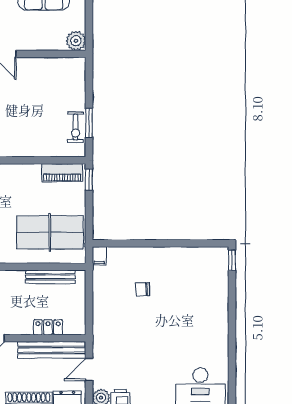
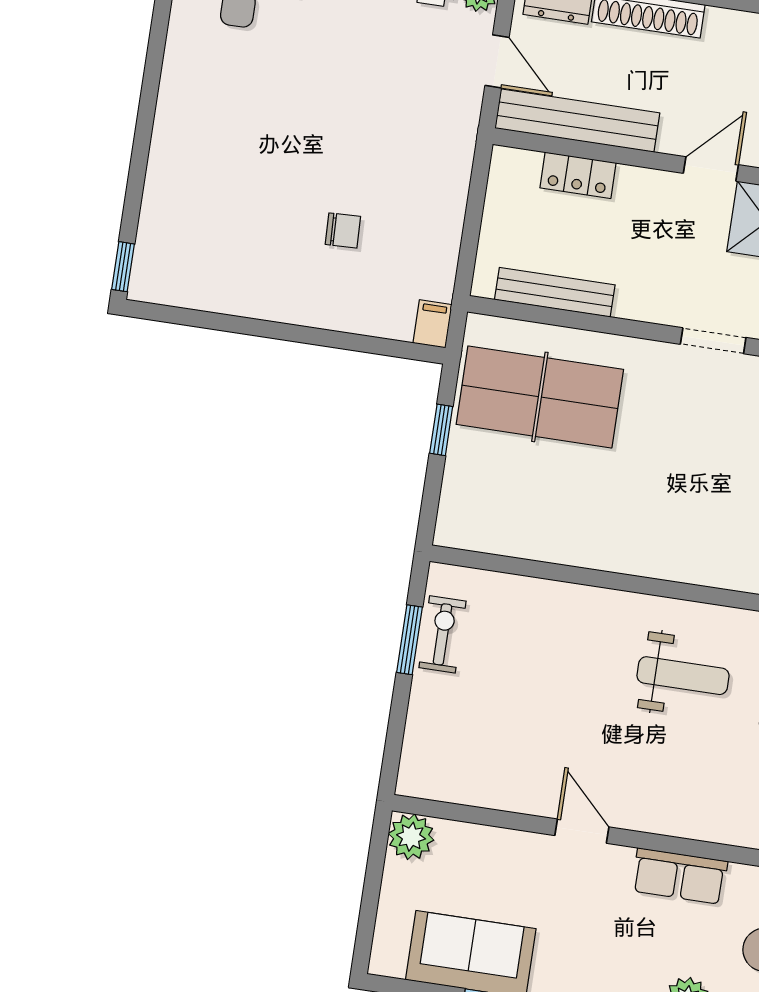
piano: (62, 173) -> (490, 532), removed
window: (89, 180) -> (441, 430), moved
door: (89, 370) -> (497, 61), hinge flipped

